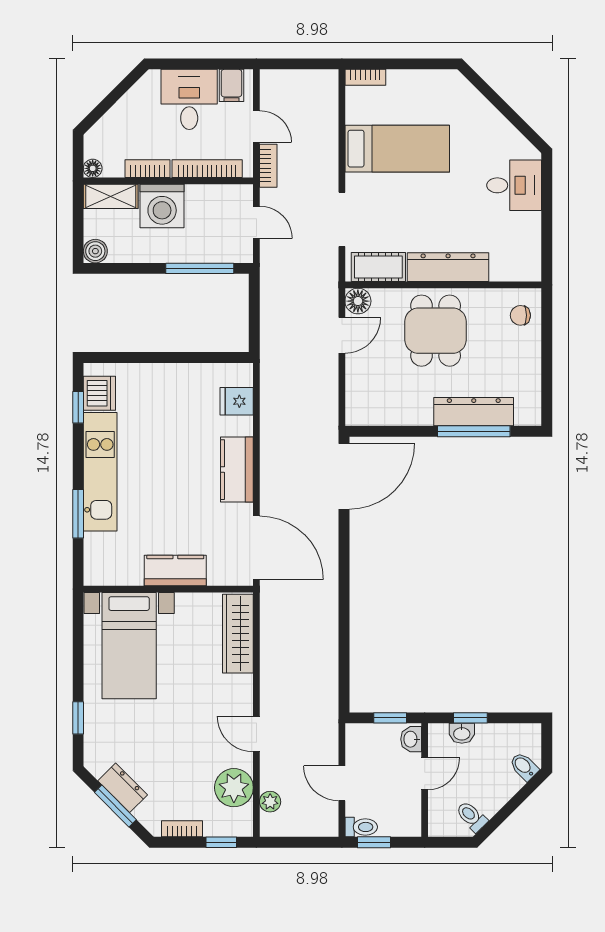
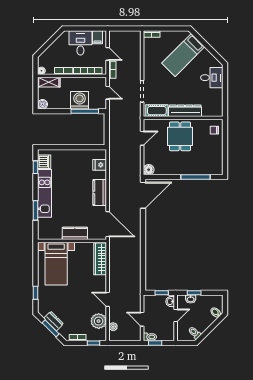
bed: (397, 149) -> (183, 55), moved, turned 135
washing machine: (162, 206) -> (80, 100), moved, turned 180
floor lamp: (358, 301) -> (149, 170), moved
dresser: (474, 412) -> (195, 169), removed

